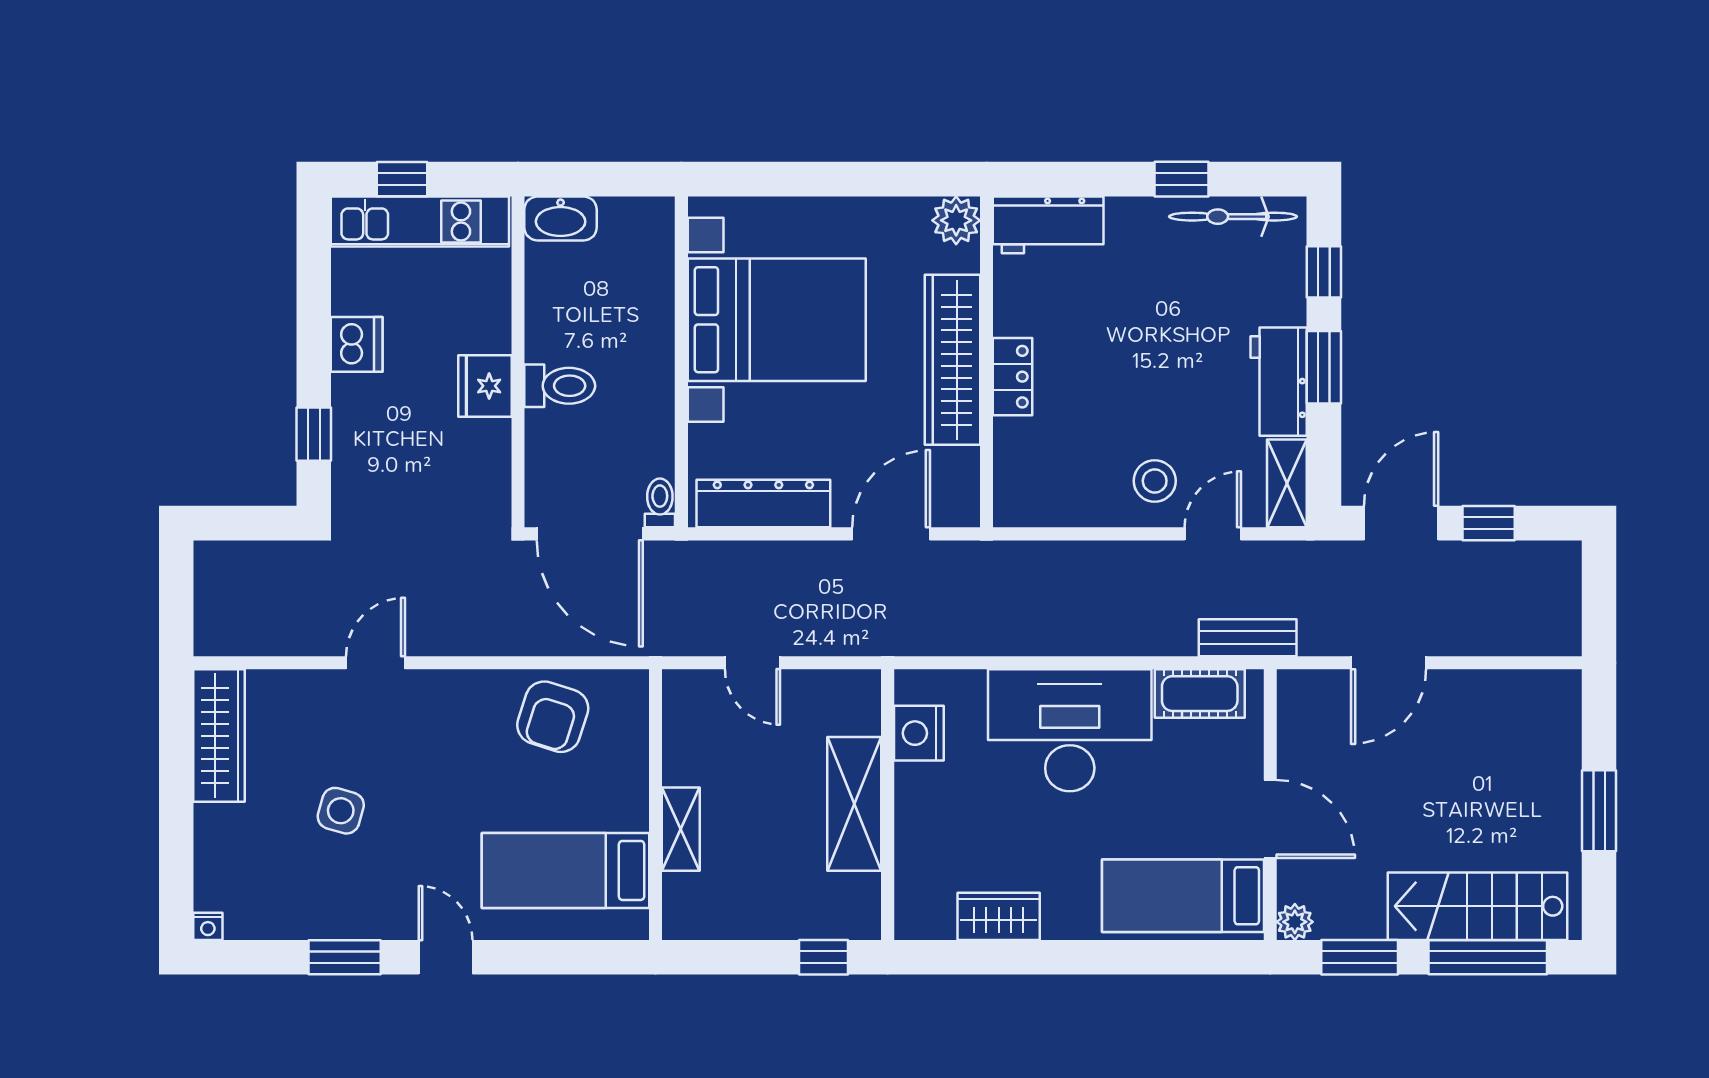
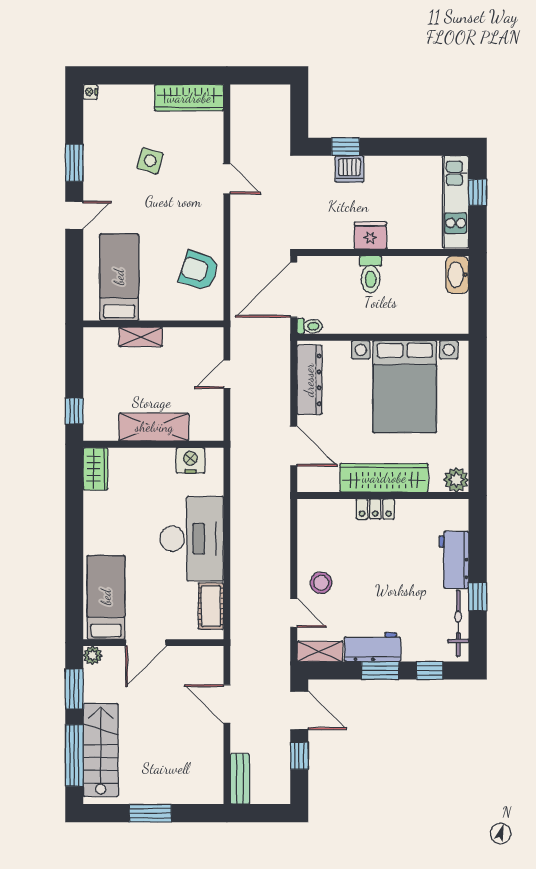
workbench: (1048, 225) -> (454, 560), moved
dishwasher: (357, 344) -> (349, 169), moved
bench: (1248, 638) -> (240, 779), moved
wardrobe: (999, 916) -> (95, 469), moved

